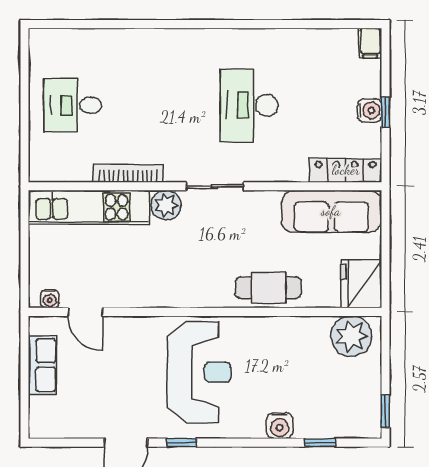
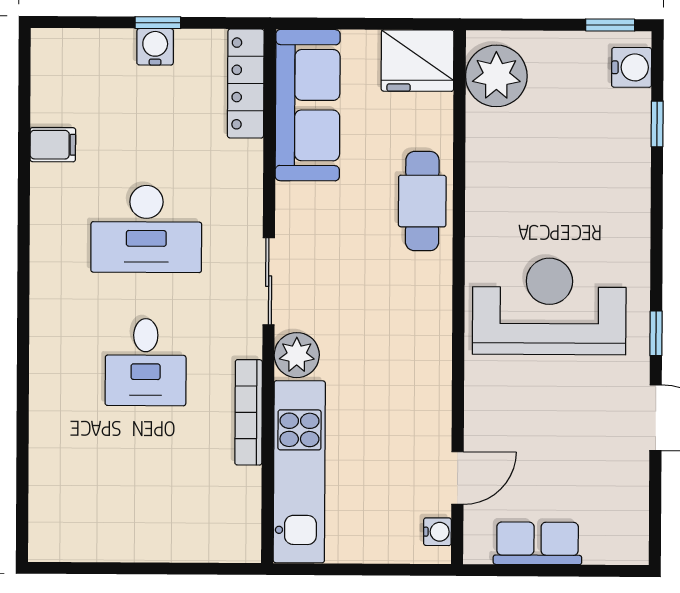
filing cabinet: (370, 43) -> (53, 145), moved
desk: (73, 105) -> (146, 362), moved
water cooler: (280, 426) -> (632, 67), moved

